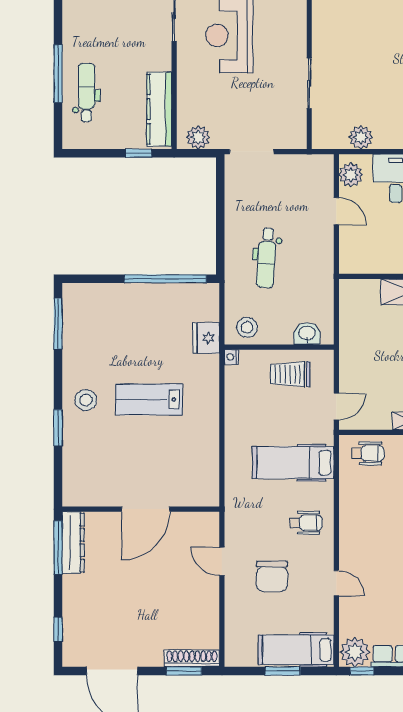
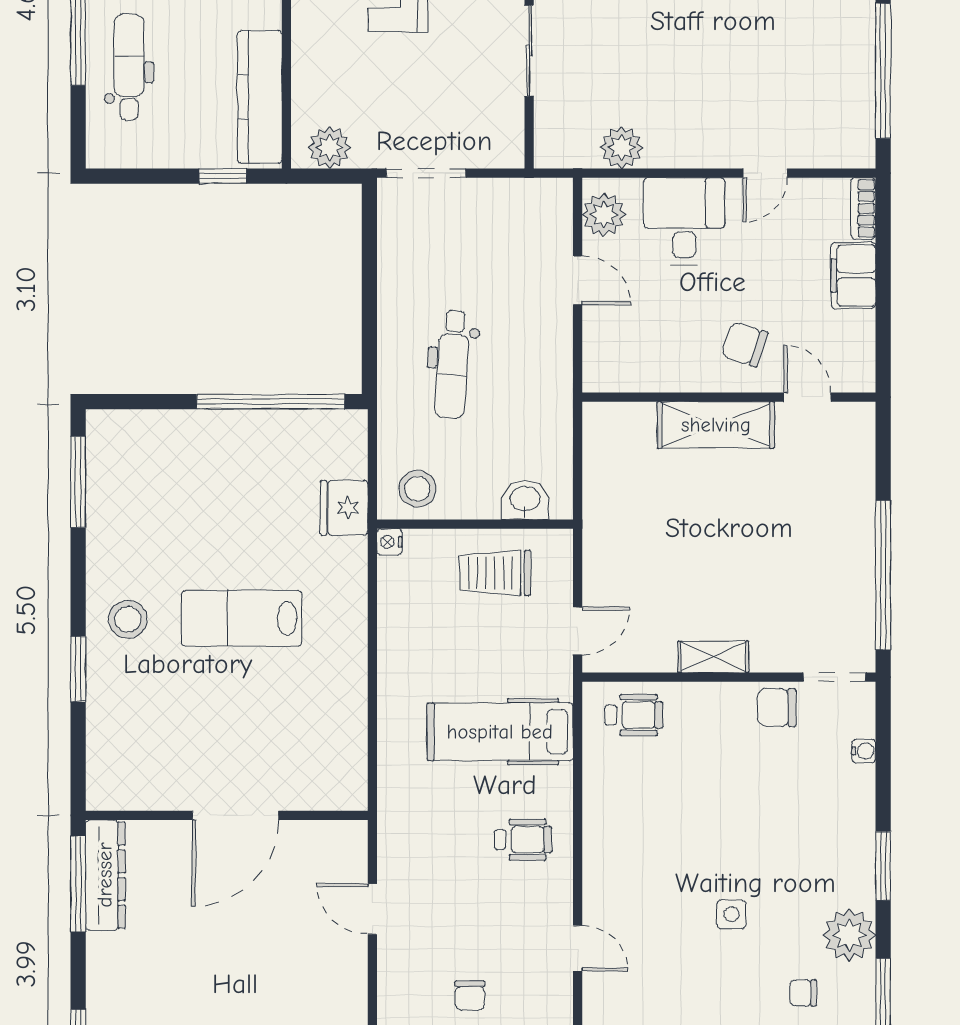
chair: (272, 576) -> (470, 995), moved, width x0.54, depth x0.54

